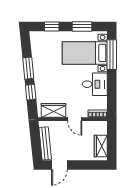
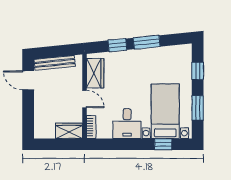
window: (112, 55) -> (163, 144), width x0.46
door: (75, 119) -> (84, 99), swing flipped
wardrobe: (101, 146) -> (69, 131), moved

